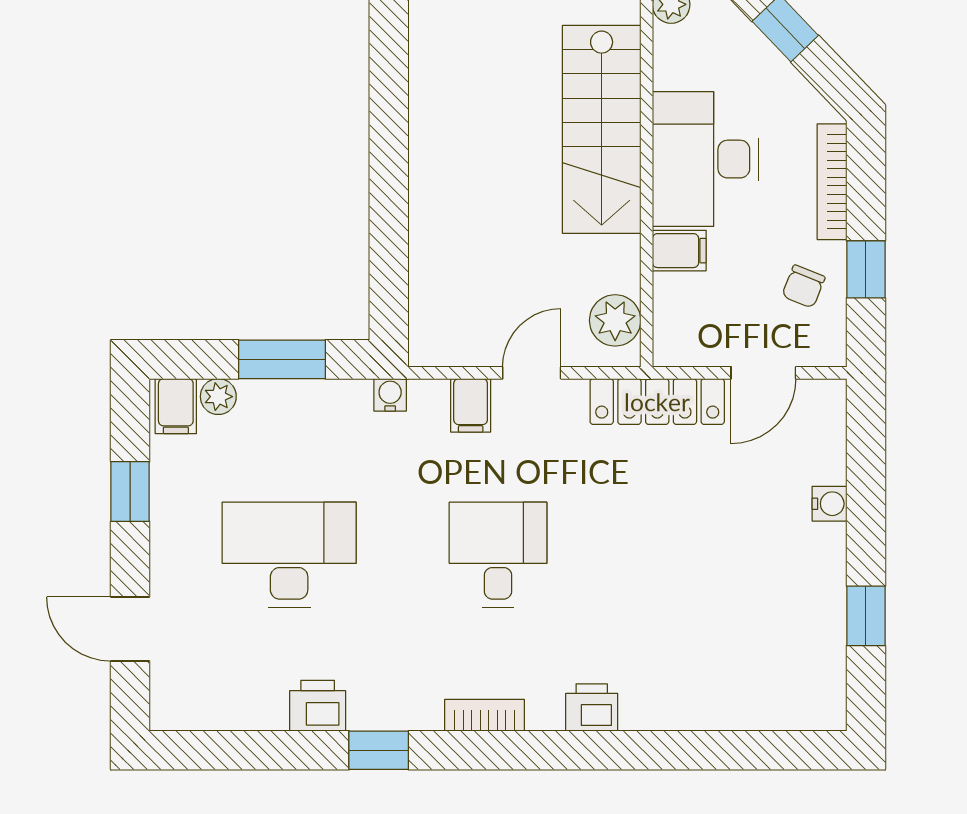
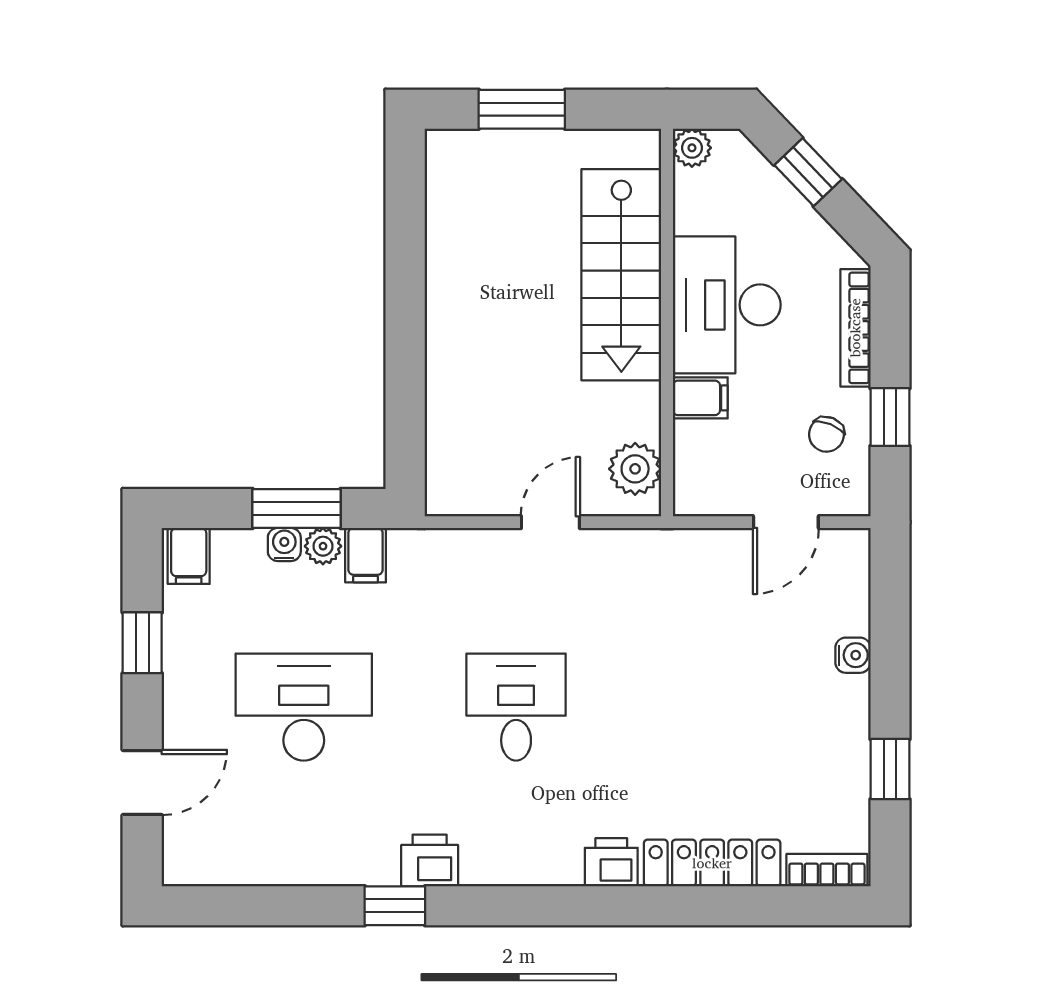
water cooler: (390, 395) -> (284, 545), moved
plant: (218, 397) -> (323, 546), moved
locker: (657, 402) -> (712, 863), moved, turned 180
filing cabinet: (471, 405) -> (366, 555), moved
door: (130, 629) -> (142, 782), swing flipped
printer: (318, 706) -> (430, 860), moved
bookcase: (484, 715) -> (827, 870), moved

